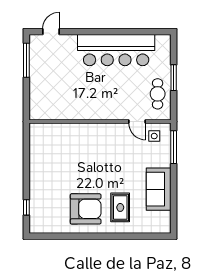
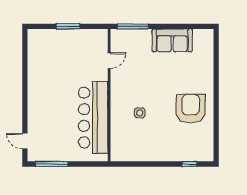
bar counter: (116, 50) -> (93, 118), moved, turned 180
cafe table: (158, 94) -> (83, 41), removed
side table: (154, 136) -> (140, 113), moved
rug: (120, 207) -> (189, 76), removed

